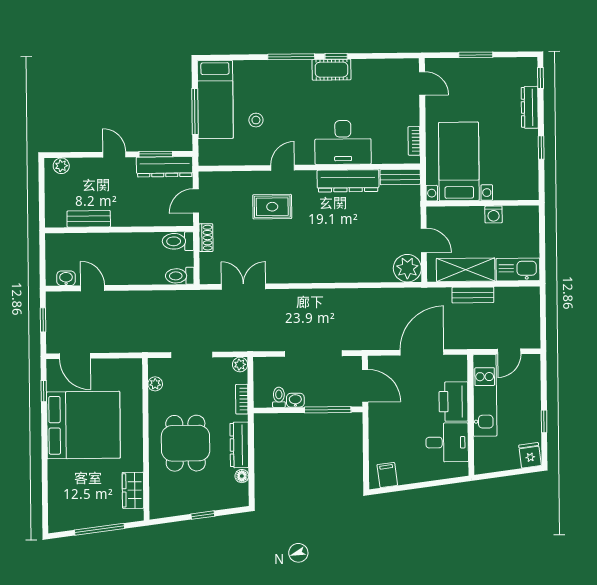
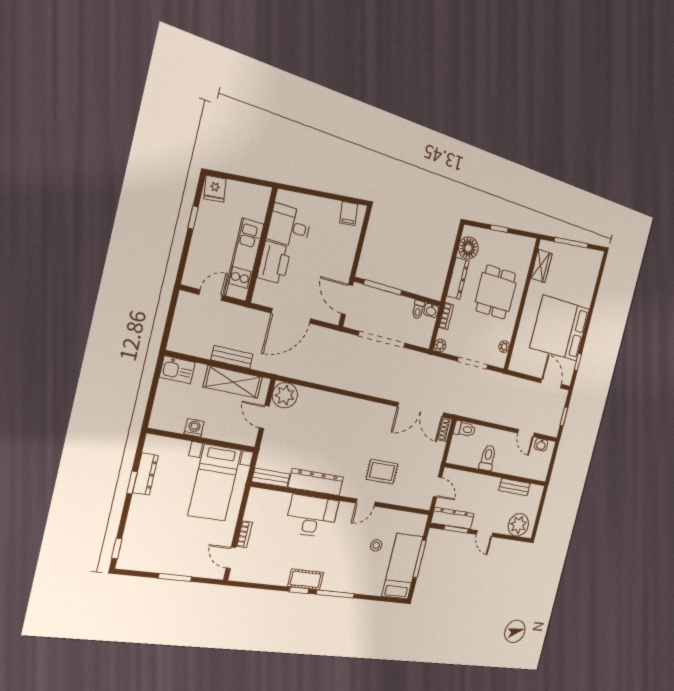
dresser: (530, 107) -> (145, 474), moved
bookcase: (414, 141) -> (244, 534), moved
plant: (61, 166) -> (518, 525), width x1.88, depth x1.88
door: (196, 201) -> (438, 487), hinge flipped
shoe rack: (206, 238) -> (445, 429), moved
toilet: (178, 241) -> (488, 458), moved, turned -90
kitchen sink: (518, 269) -> (177, 370), width x0.73
double door: (244, 287) -> (421, 410), width x1.37
washbasin: (295, 400) -> (431, 310), moved
floor lamp: (242, 476) -> (468, 248), width x1.89, depth x1.89

